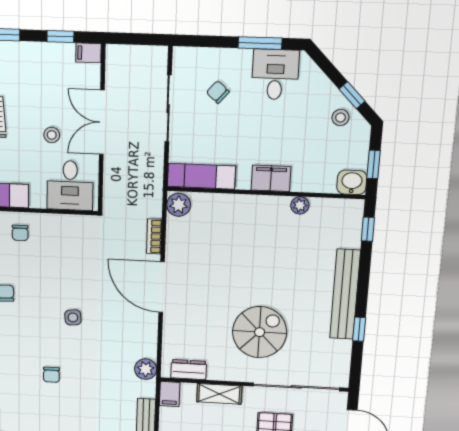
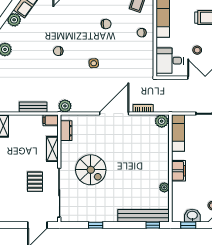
washbasin: (352, 182) -> (192, 216), moved, turned -90
bench: (345, 294) -> (143, 216), moved

